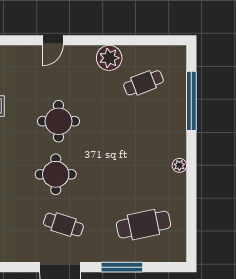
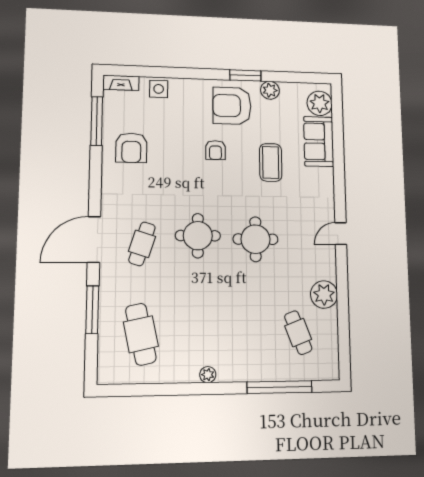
door: (53, 40) -> (341, 234), hinge flipped

